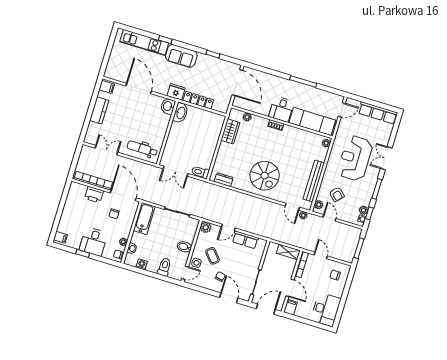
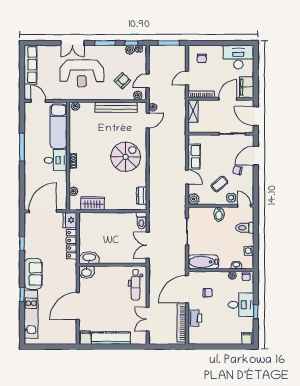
fridge: (176, 92) -> (70, 220), moved
kitchen counter: (99, 110) -> (111, 338), width x1.50
double door: (176, 171) -> (148, 245), swing flipped
filing cabinet: (291, 307) -> (247, 87), width x2.00

